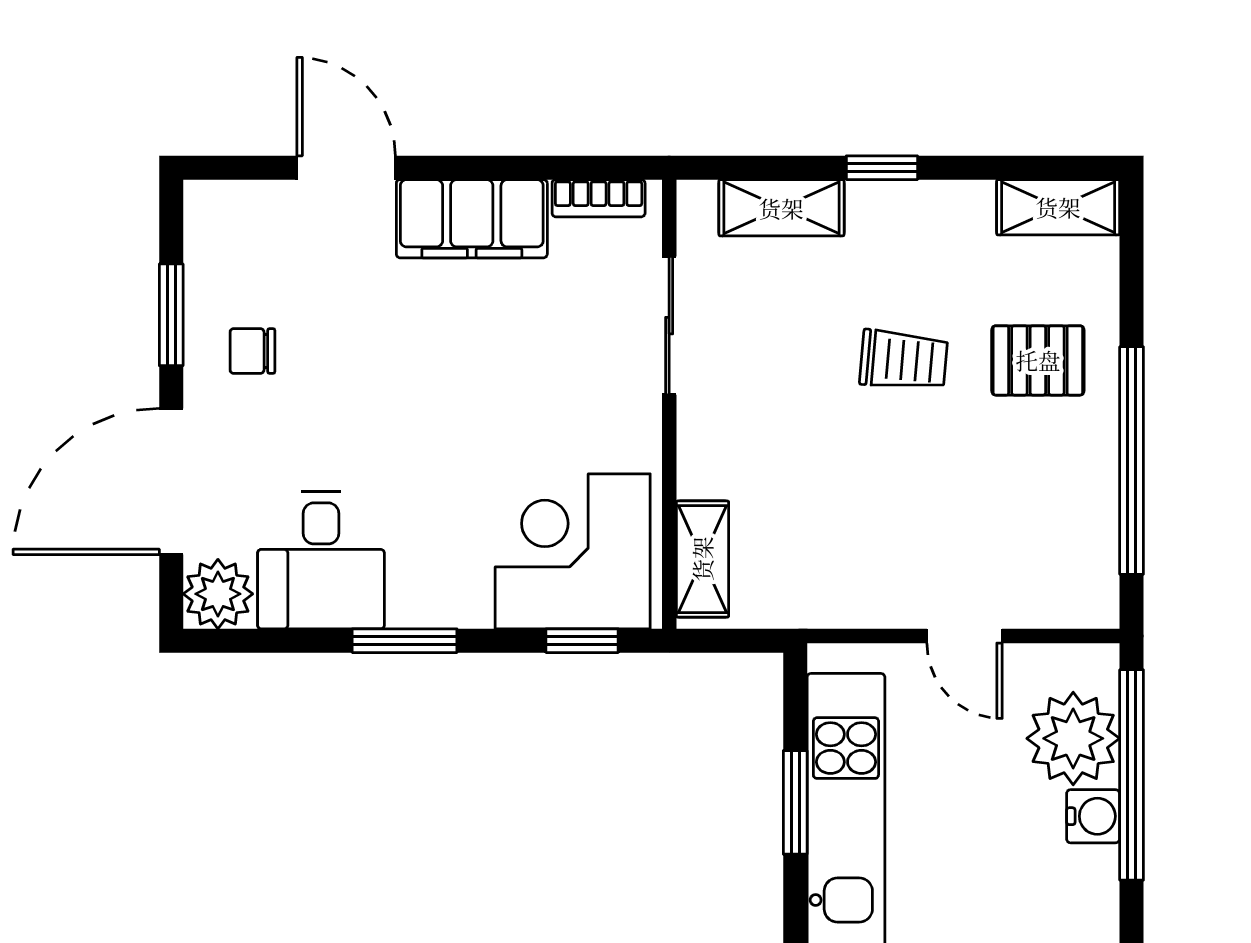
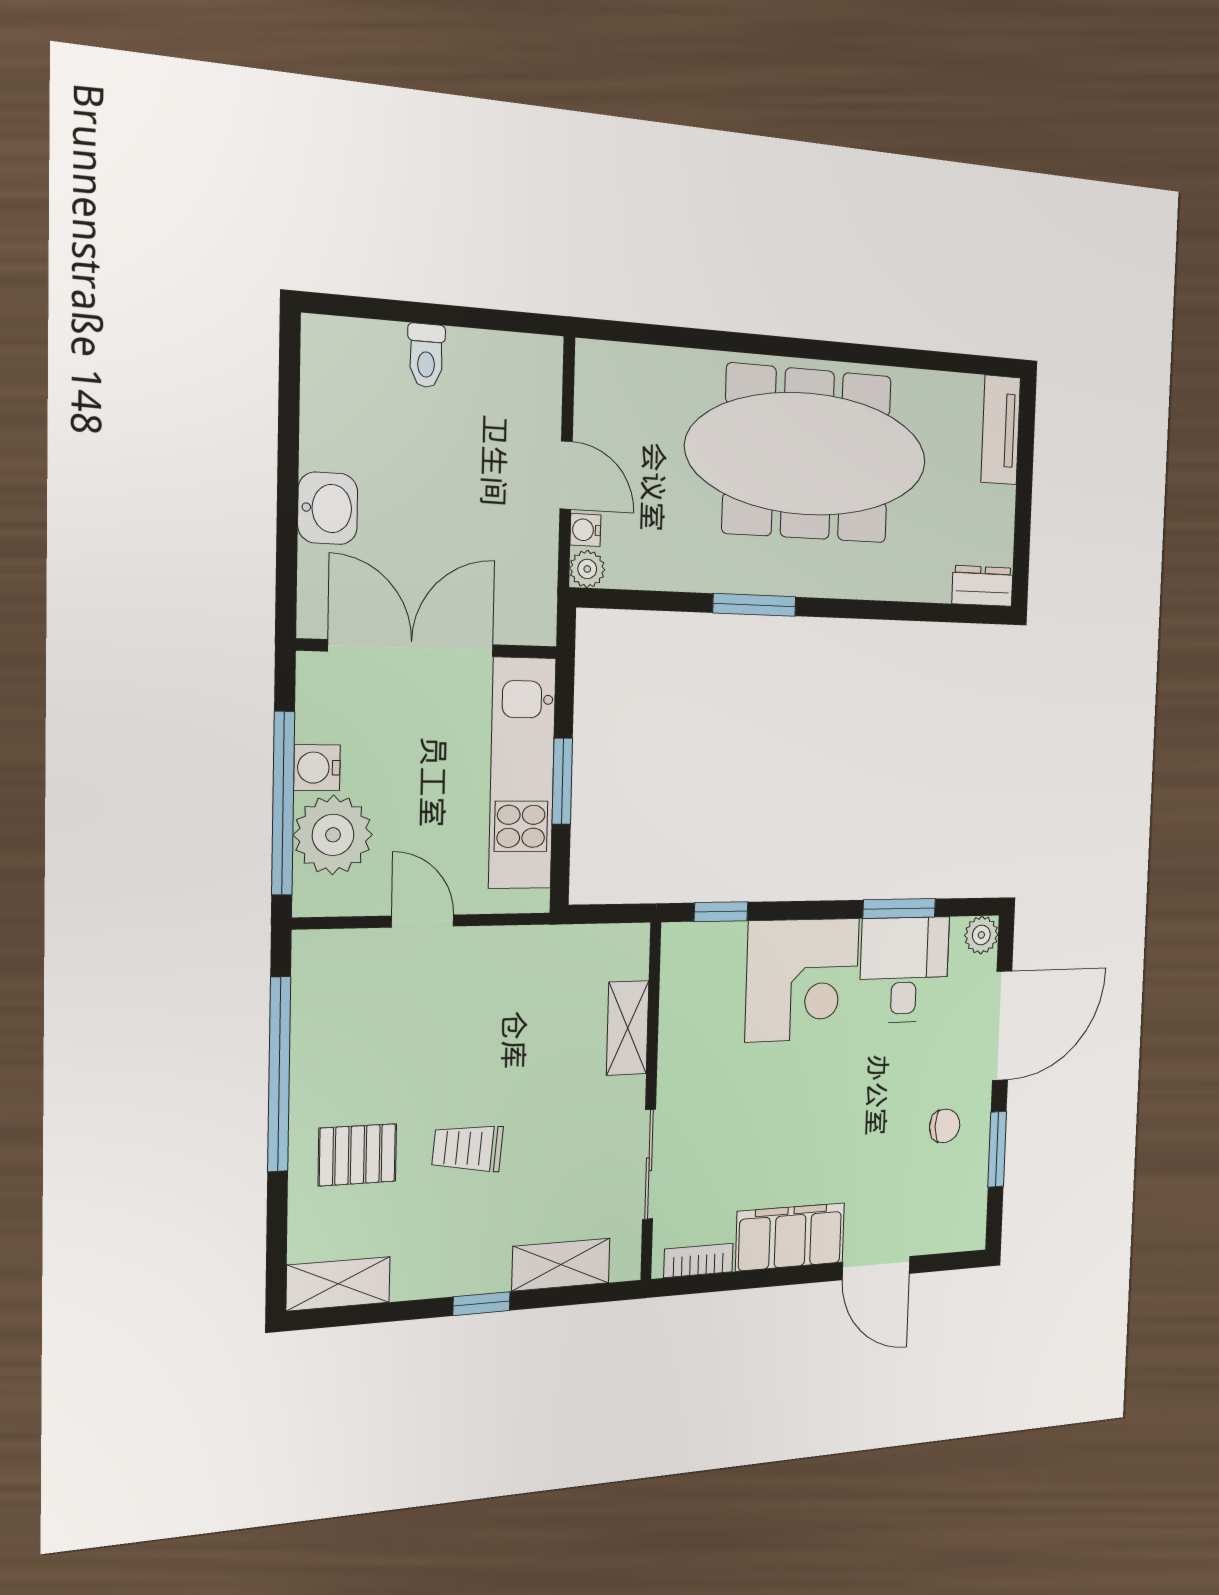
corner desk: (573, 551) -> (802, 980), moved
shelving: (702, 559) -> (628, 1028), moved
plant: (218, 594) -> (981, 935), width x0.73, depth x0.73
window: (405, 641) -> (899, 908), moved

